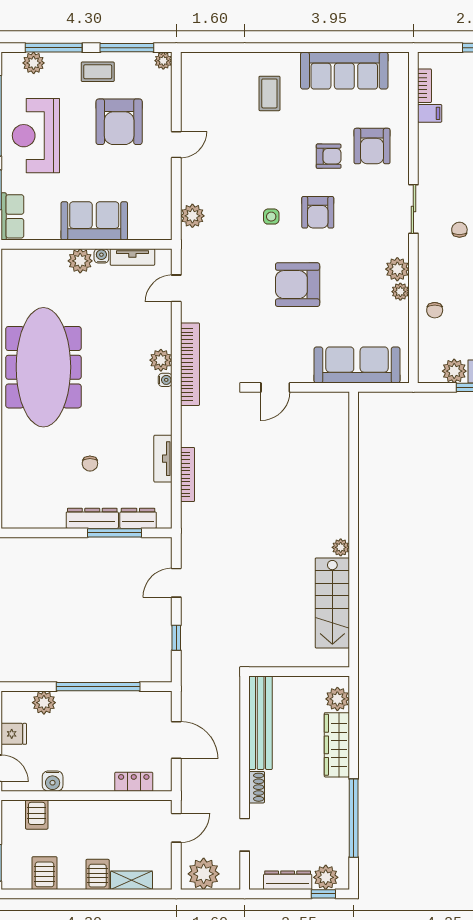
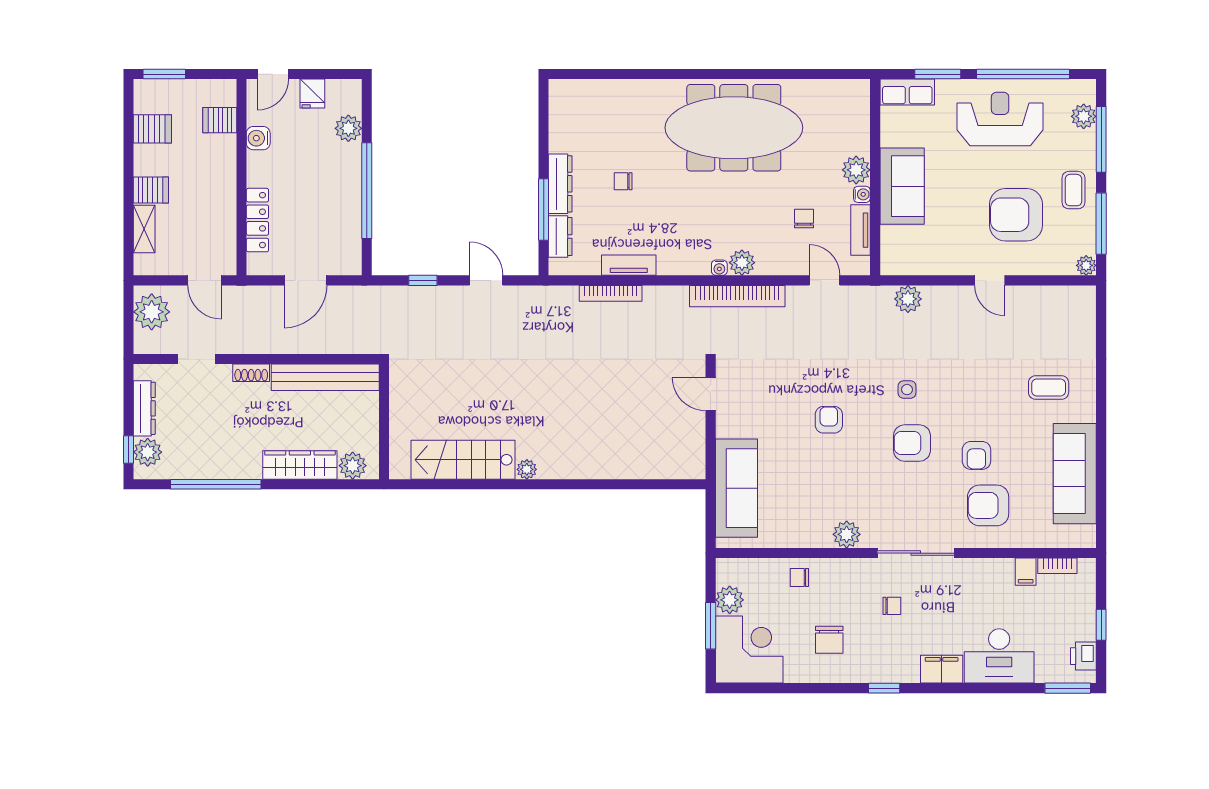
sliding door: (413, 209) -> (916, 553), width x1.37
armchair: (298, 285) -> (829, 420), width x0.53, depth x0.53
plant: (400, 292) -> (821, 538), removed
chair: (122, 306) -> (804, 219), added
locker: (134, 782) -> (257, 220), width x1.53

